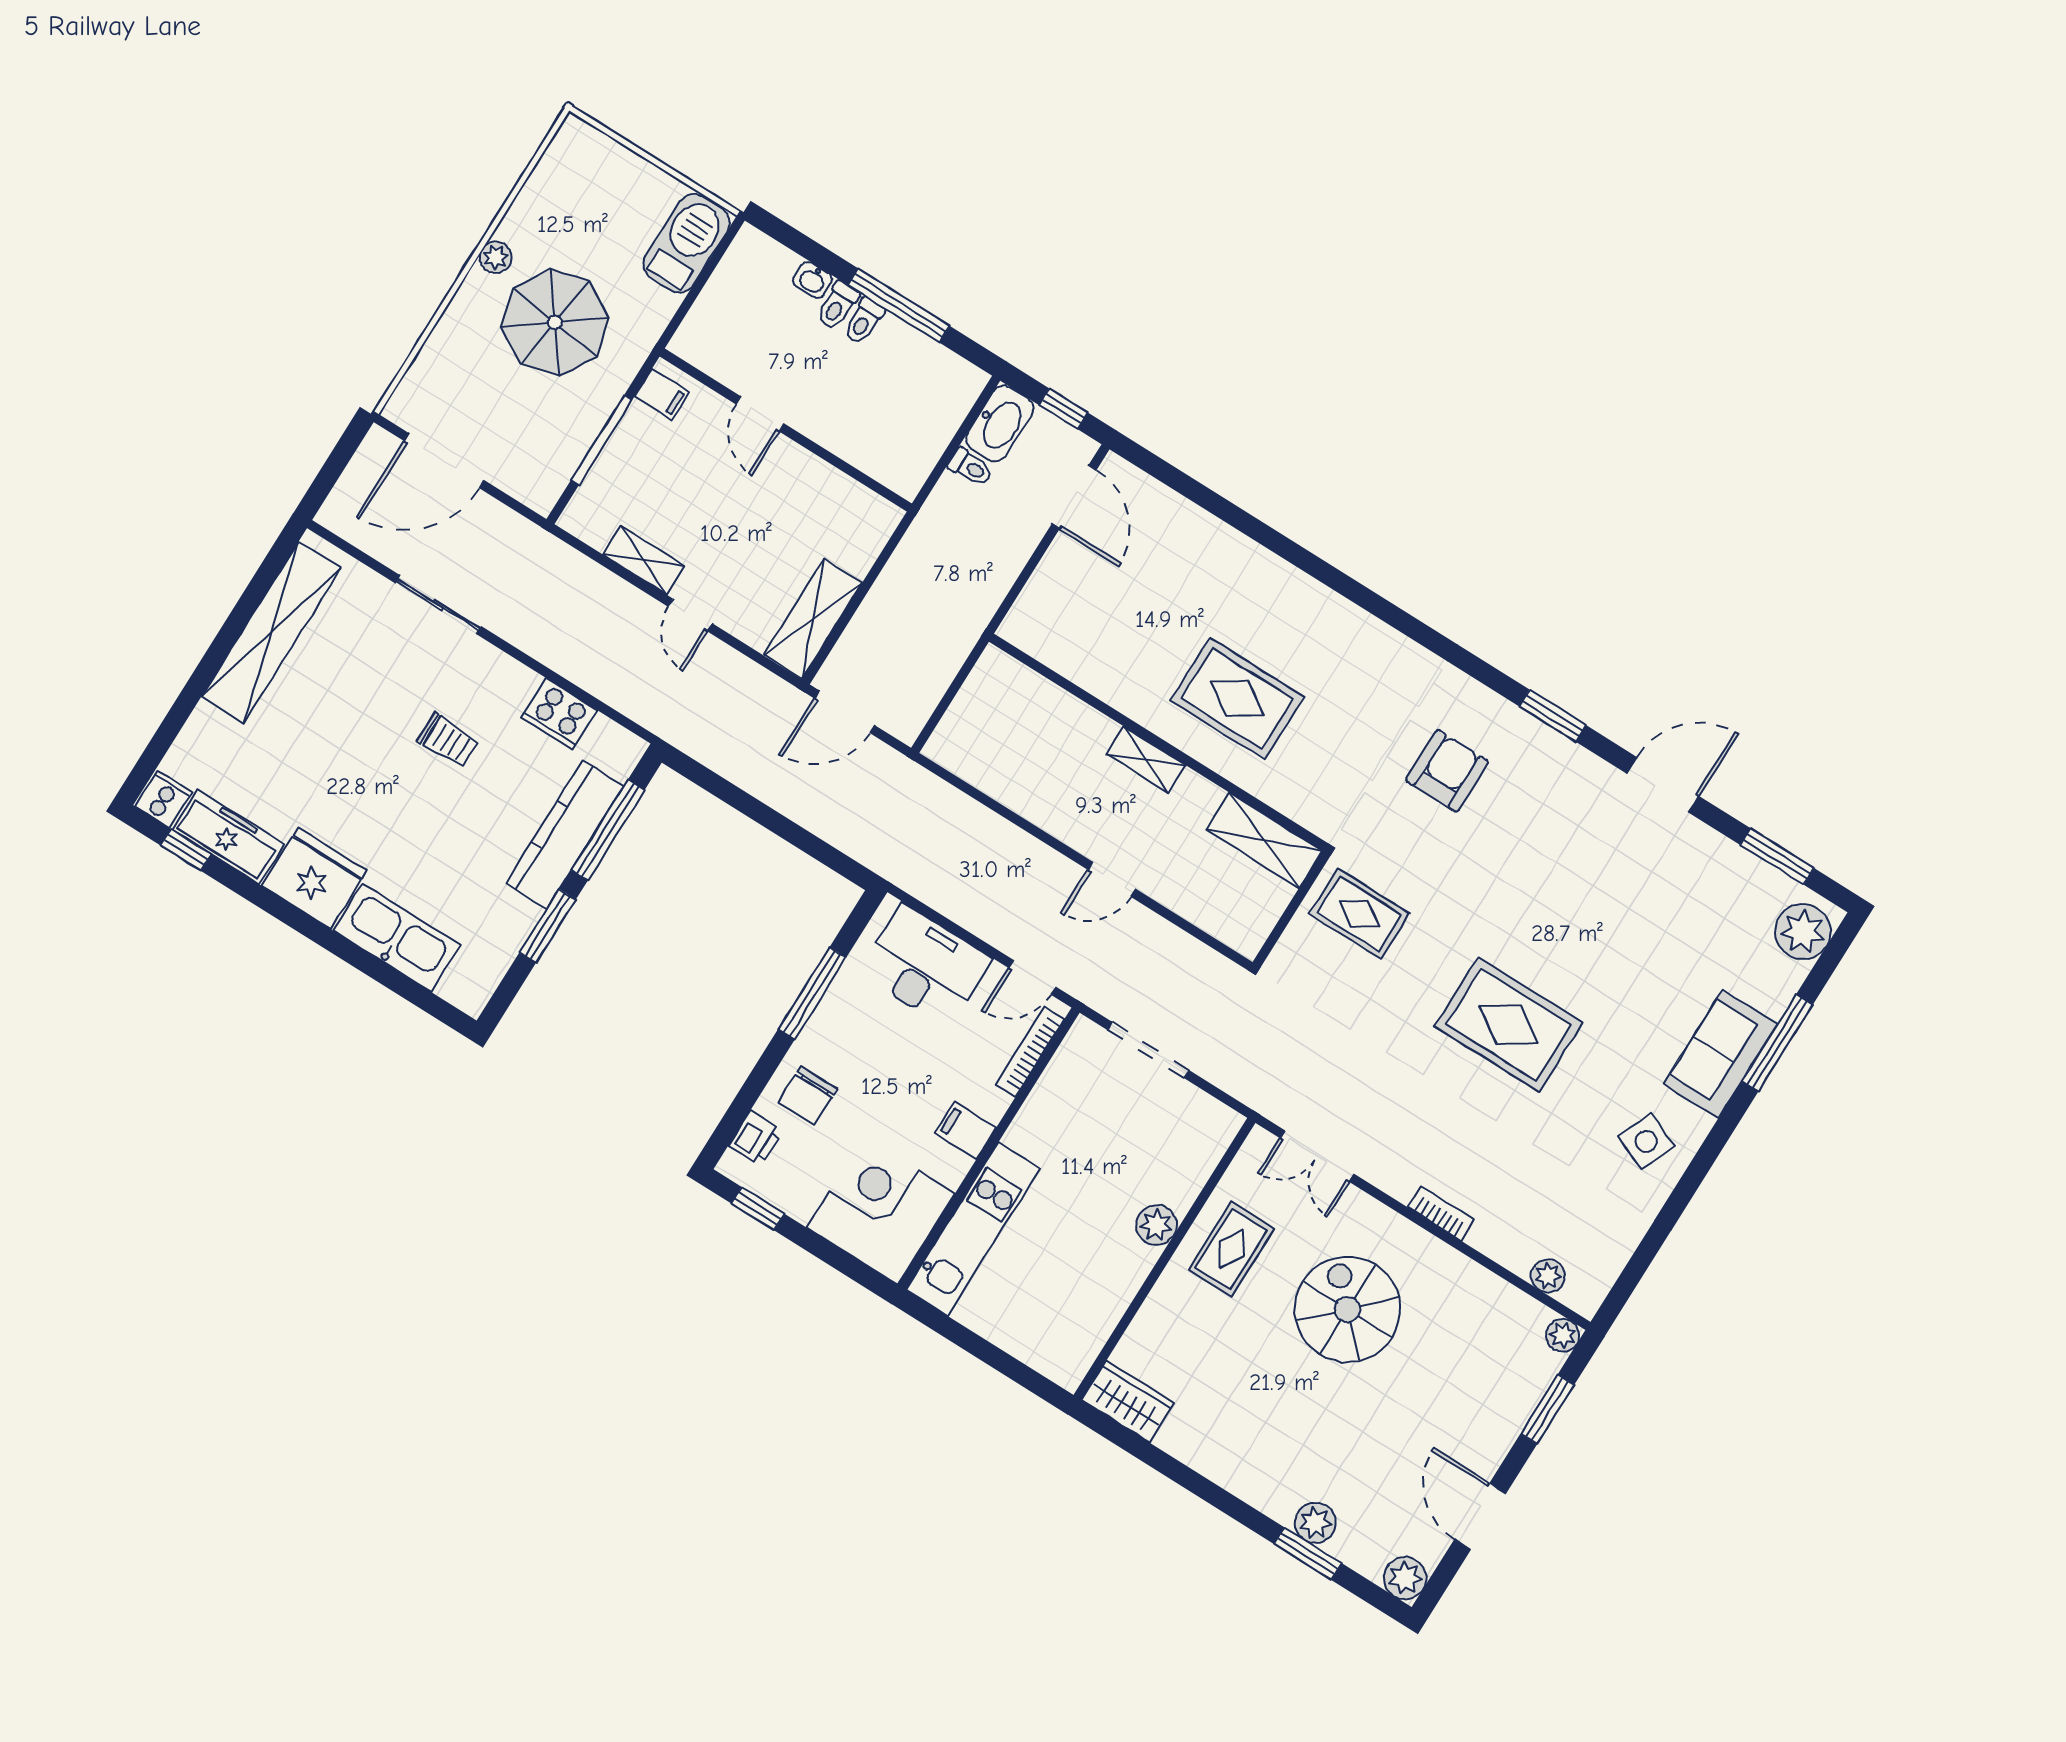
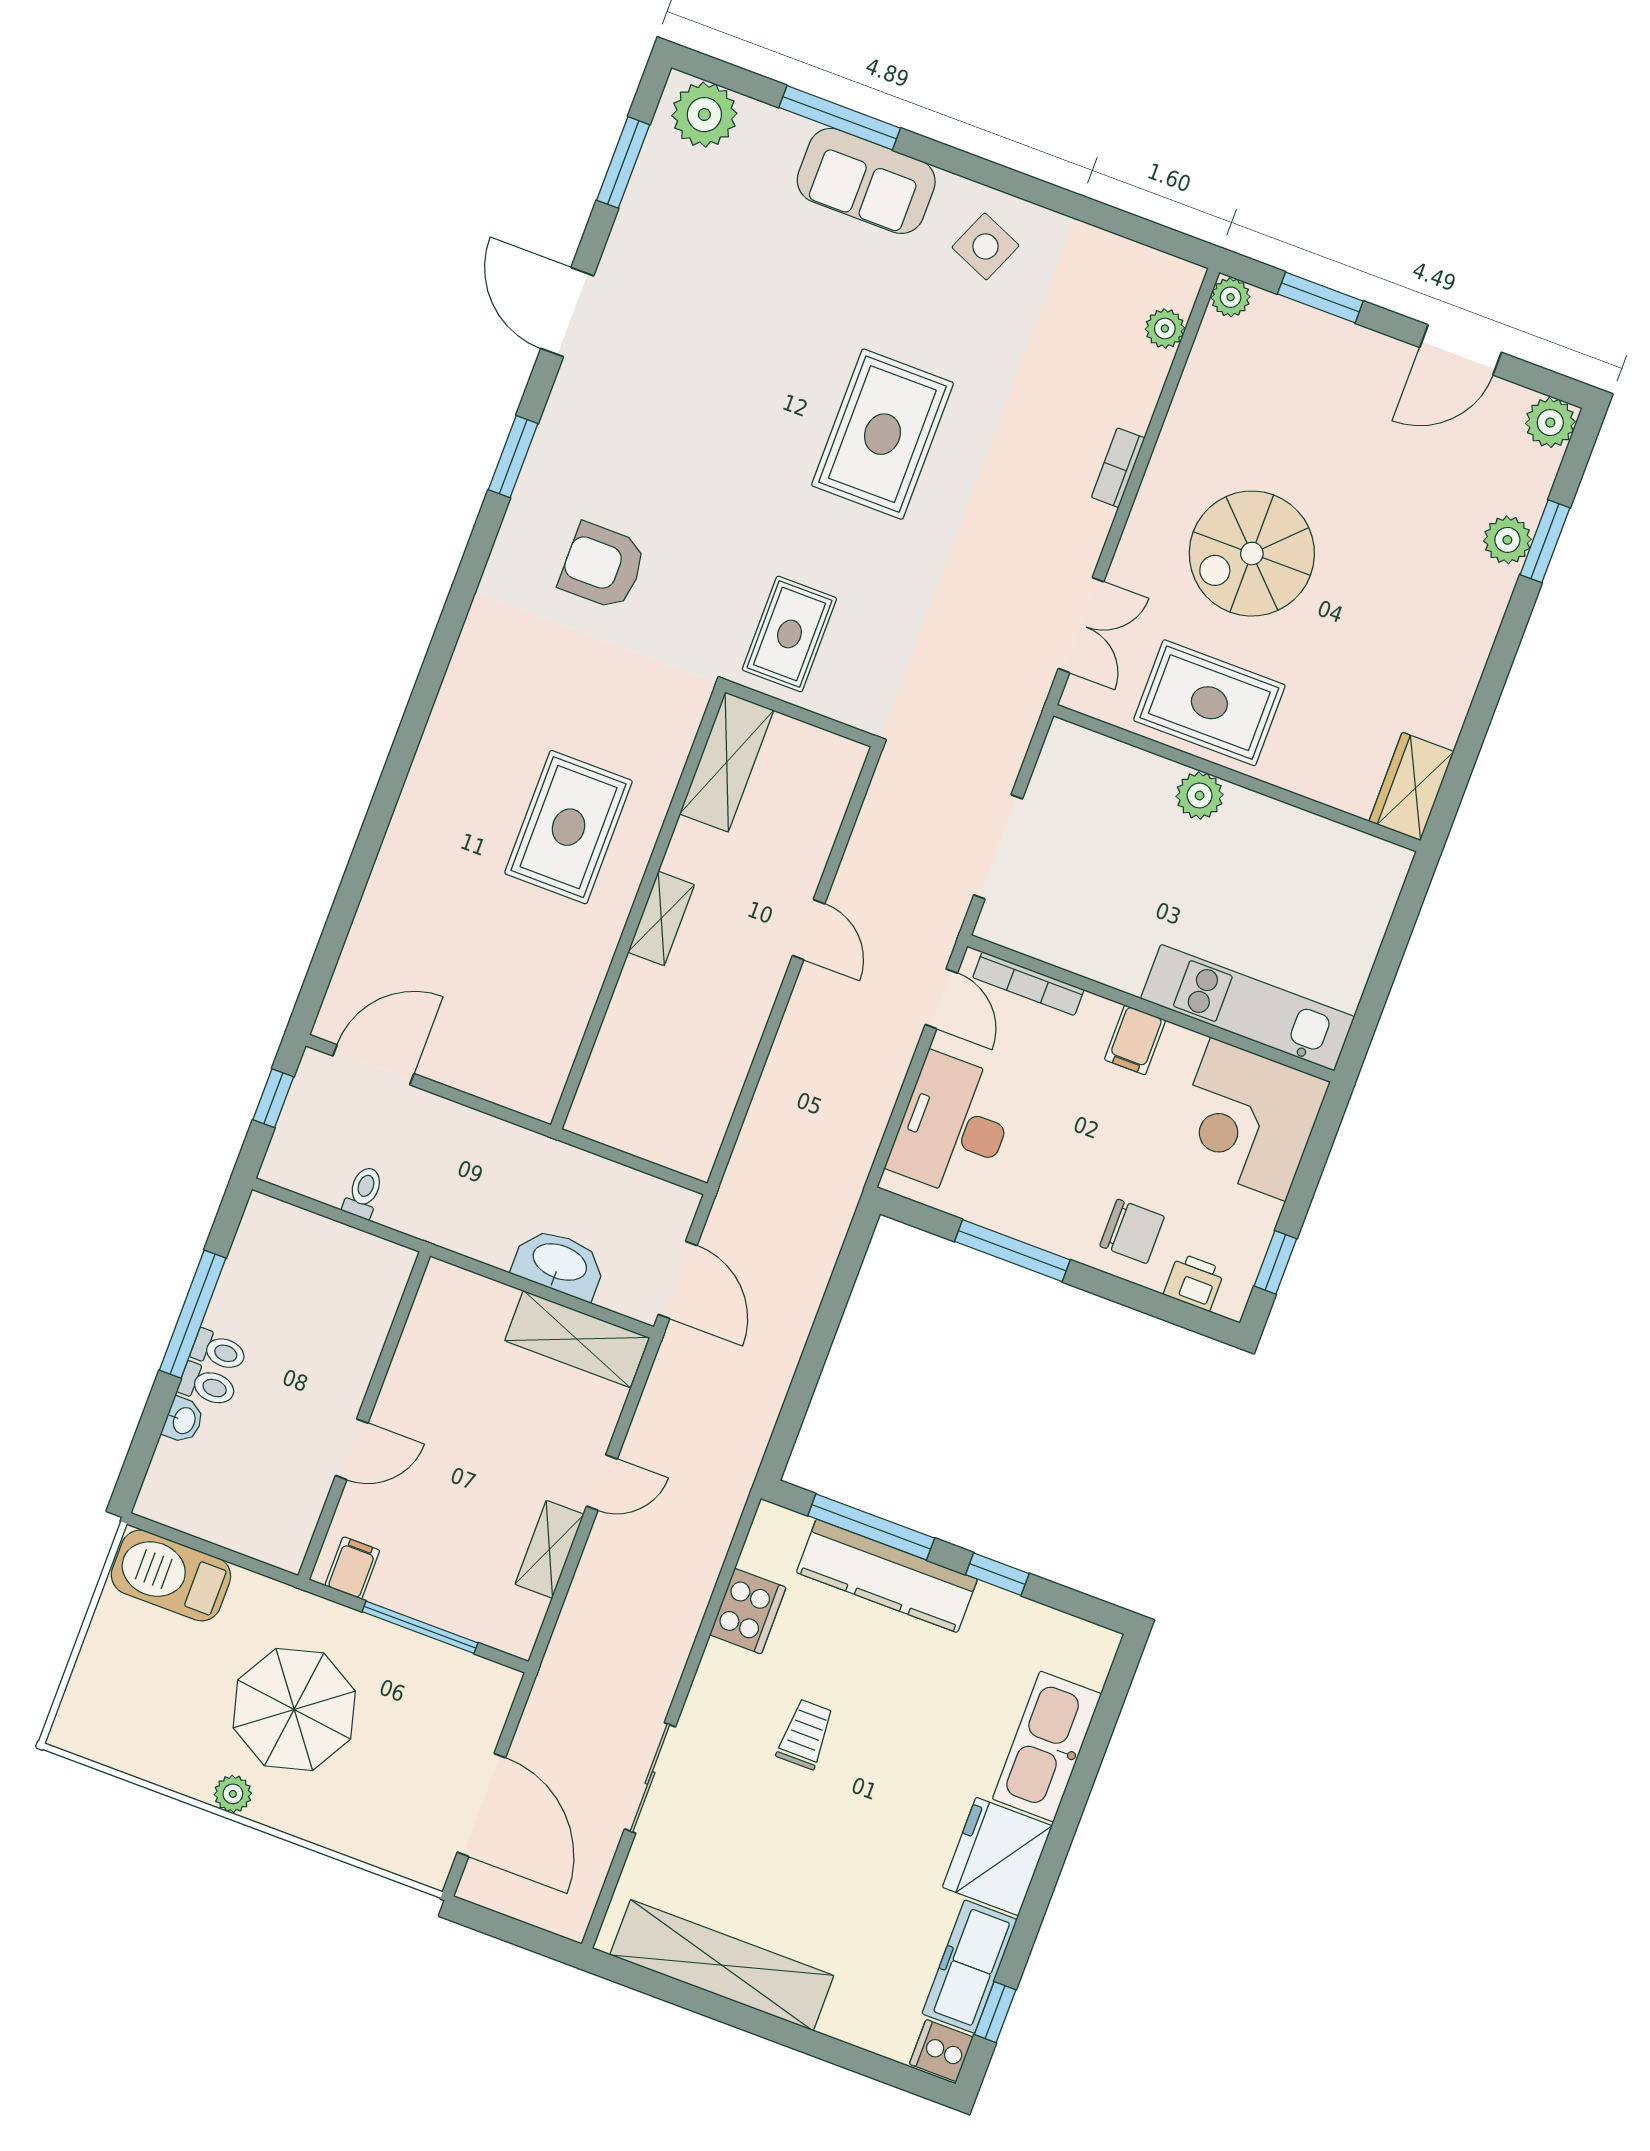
washbasin: (1000, 424) -> (559, 1263), moved
window: (548, 926) -> (997, 1574), width x0.67
rug: (1231, 1249) -> (1209, 703), width x1.36, depth x1.43

